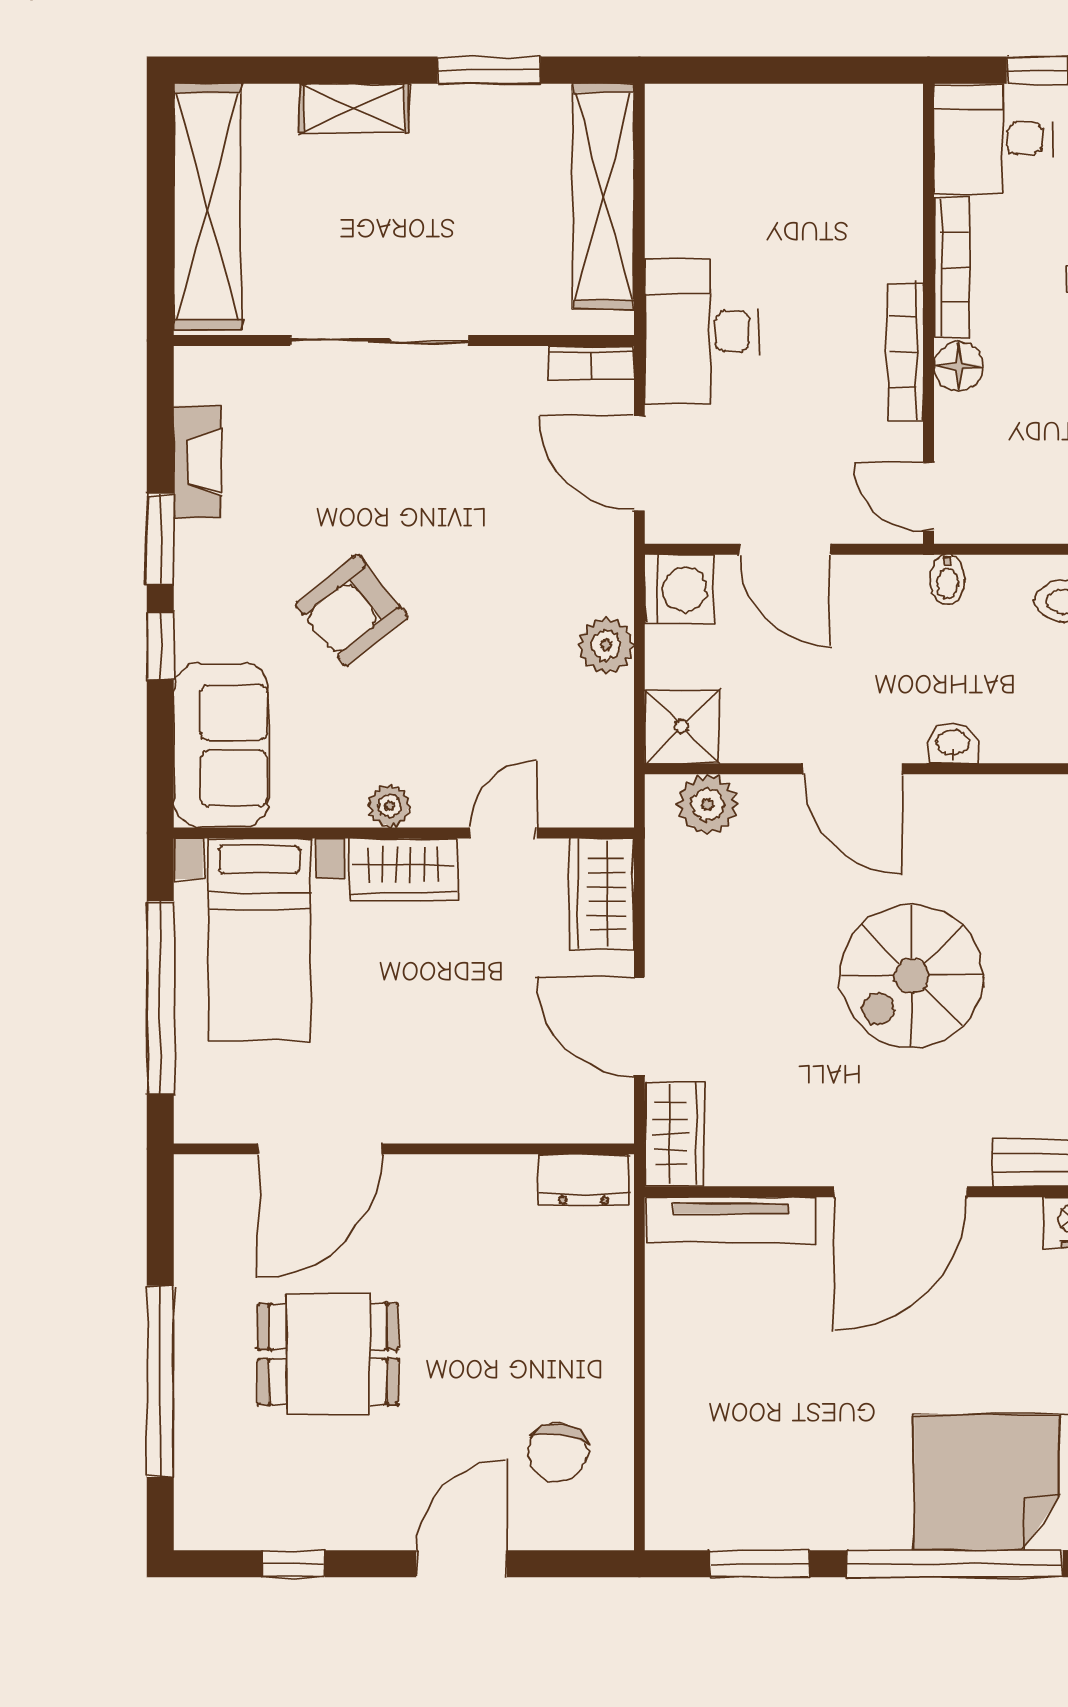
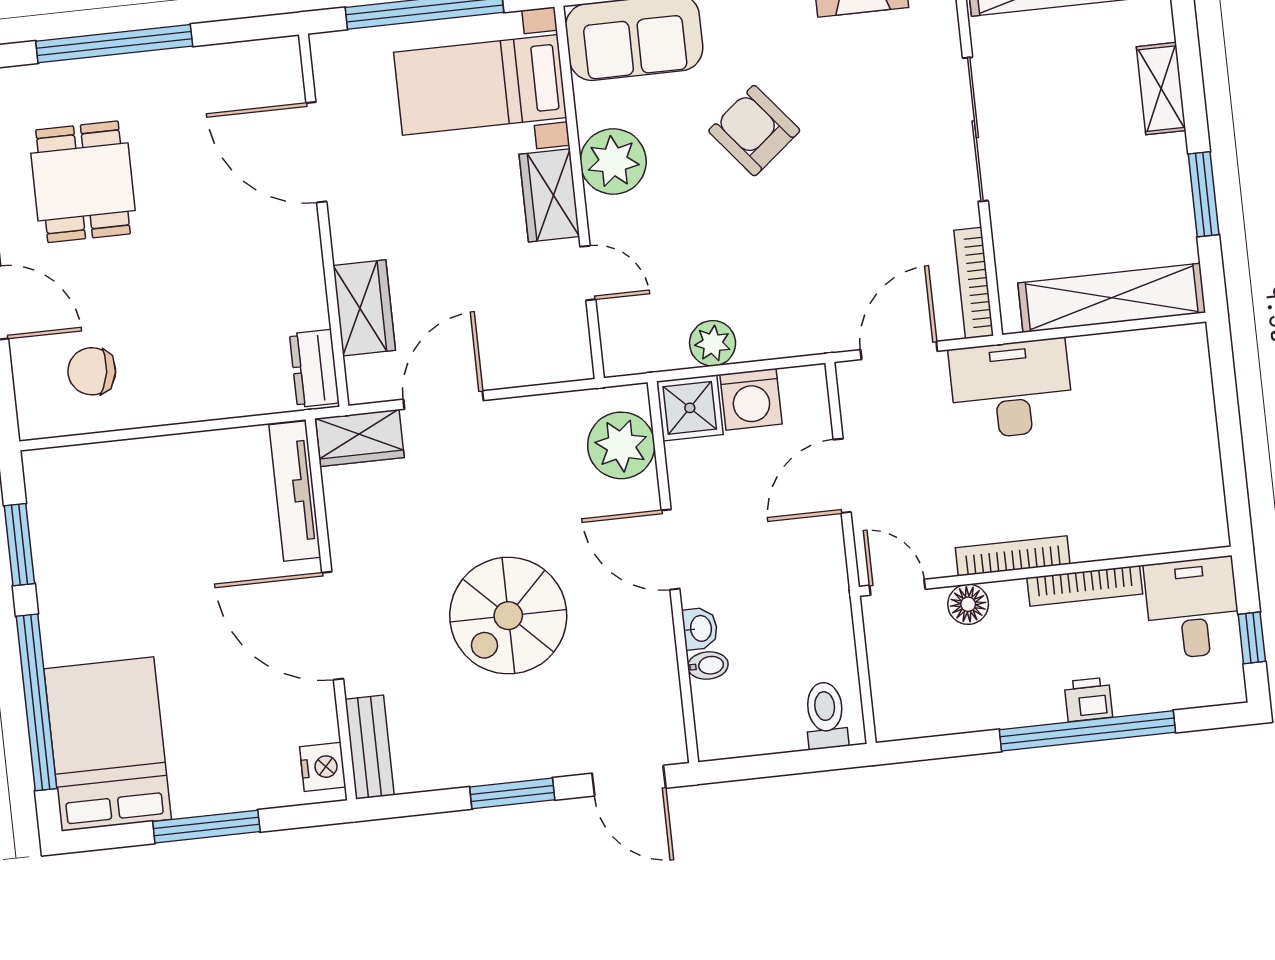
bookcase: (591, 363) -> (974, 283), width x1.56
floor lamp: (959, 366) -> (968, 604), moved
door: (928, 497) -> (897, 587), hinge flipped
bidet: (948, 580) -> (708, 665), moved, turned 180
washing machine: (679, 589) -> (751, 399), moved
plant: (606, 645) -> (713, 343), moved
door: (852, 769) -> (671, 550), hinge flipped
plant: (708, 804) -> (621, 445), width x1.36, depth x1.36
plant: (389, 806) -> (613, 162), width x1.88, depth x1.88
wardrobe: (602, 894) -> (364, 308), moved, turned 90
spiral stairs: (911, 976) -> (508, 616), turned -90
dining table: (328, 1354) -> (83, 182), moved

